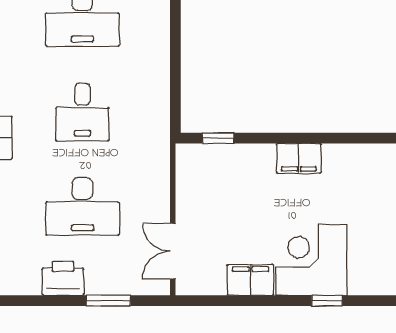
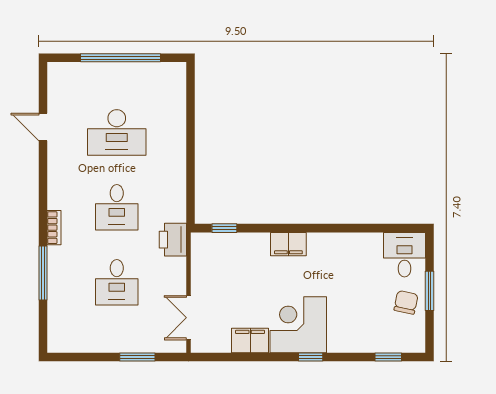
desk: (82, 207) -> (117, 282), width x0.73
printer: (63, 278) -> (173, 240), moved, turned -90

